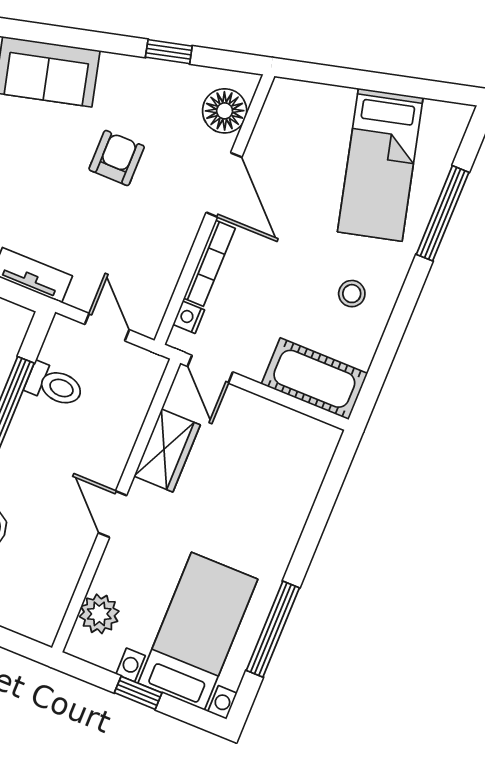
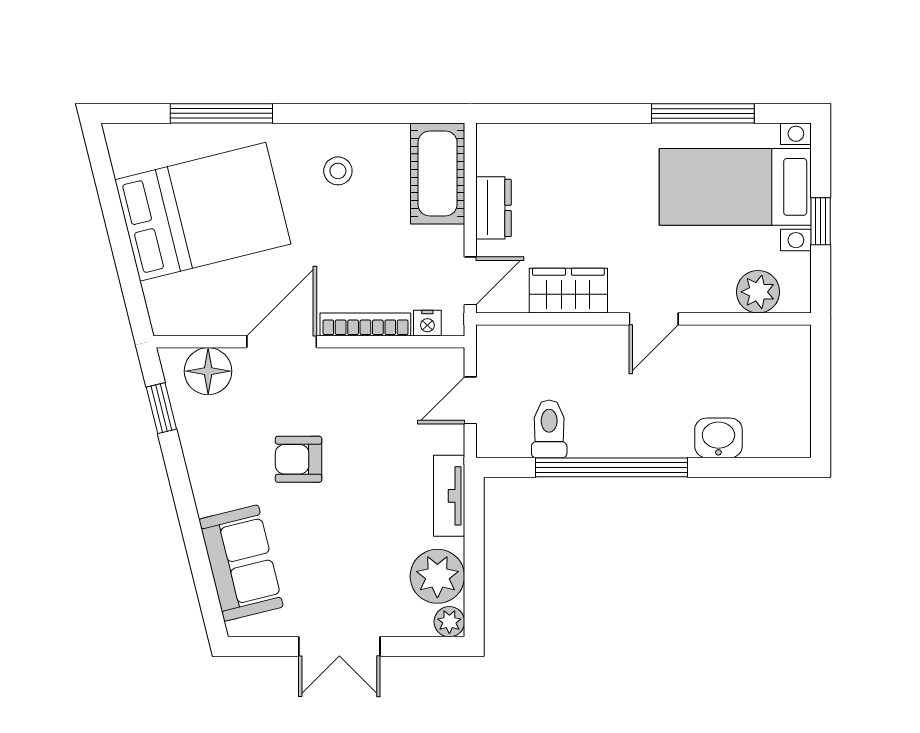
window: (169, 52) -> (161, 408), moved
bed: (380, 165) -> (203, 212), width x1.50
dresser: (265, 415) -> (494, 208), added

